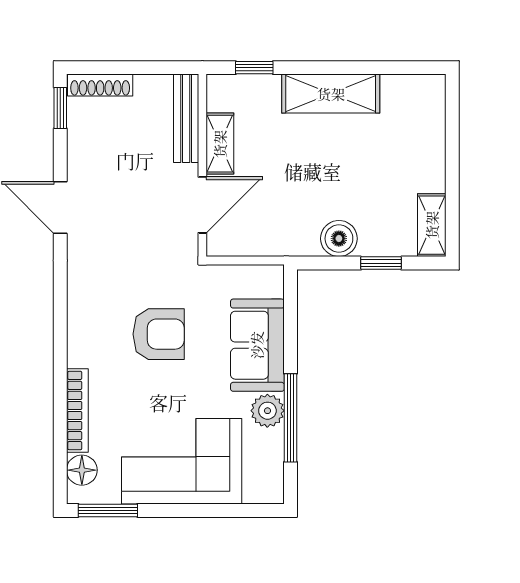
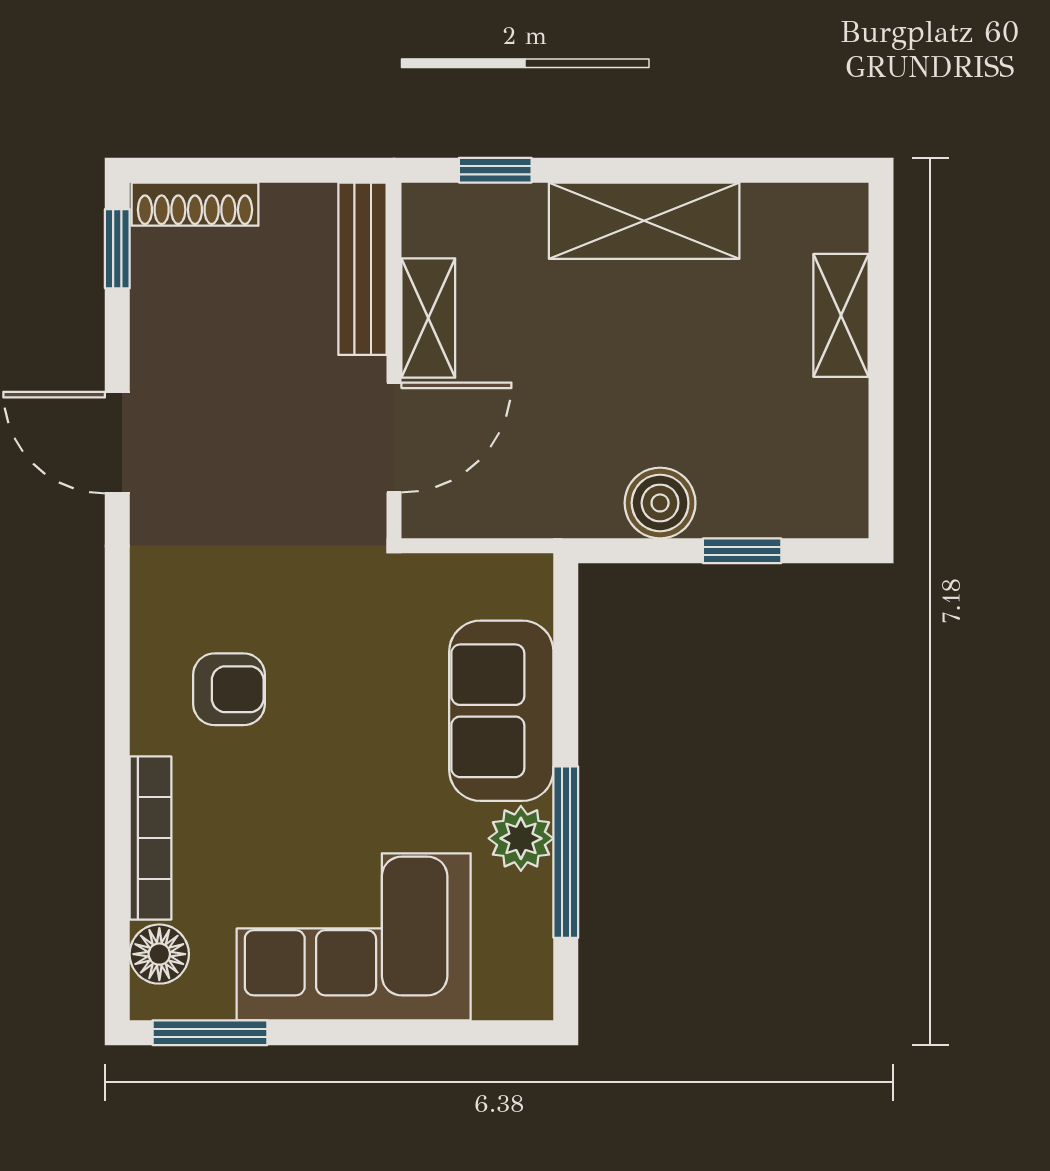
shelving: (432, 225) -> (841, 315), moved
armchair: (159, 334) -> (229, 689), moved, width x0.72, depth x0.72

